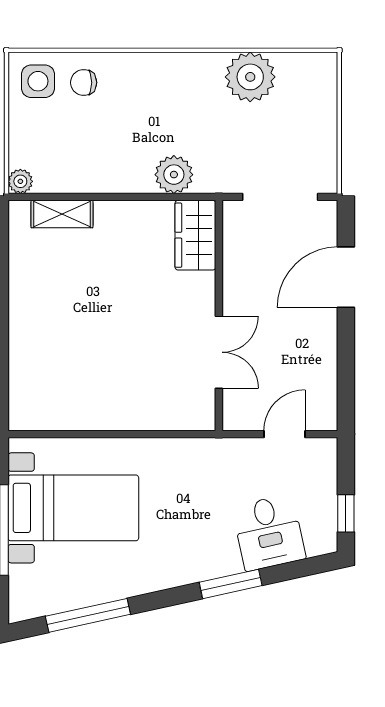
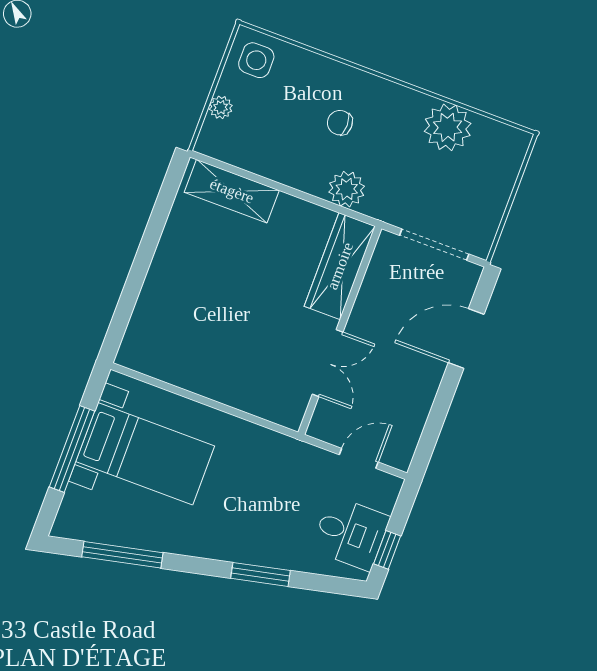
chair: (84, 83) -> (340, 123), moved
plant: (20, 181) -> (221, 107), moved
shelving: (62, 214) -> (232, 191), width x1.50, depth x1.33
wardrobe: (195, 235) -> (340, 266), width x1.50
desk: (269, 533) -> (351, 533), moved, turned -78

